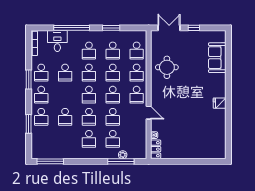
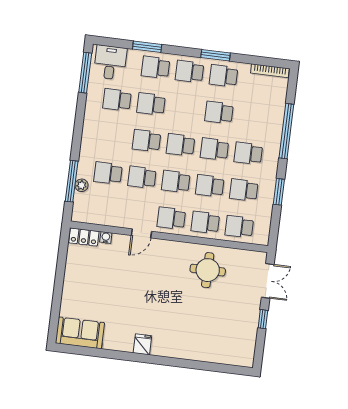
desk: (57, 41) -> (110, 63), moved, turned -90
sofa: (217, 58) -> (80, 333), moved
school desk: (89, 139) -> (117, 100), moved

